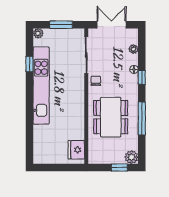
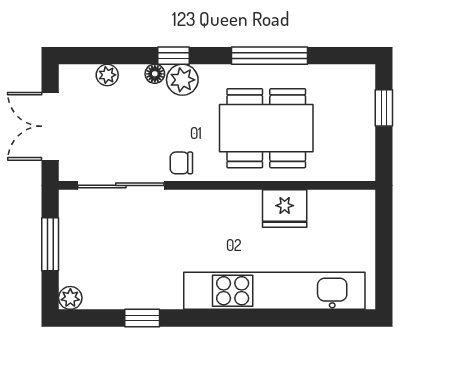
kitchen unit: (41, 86) -> (274, 291), moved
fridge: (76, 150) -> (285, 209), moved
plant: (131, 157) -> (182, 80), moved

